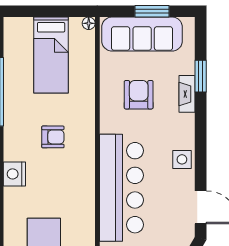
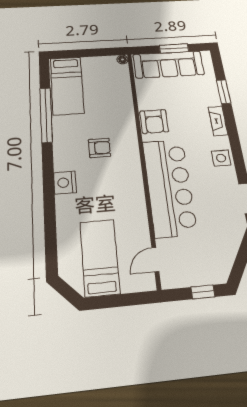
bed: (51, 55) -> (67, 85), moved
fireplace: (187, 94) -> (218, 121), moved
armchair: (139, 95) -> (154, 121), moved, turned 180

